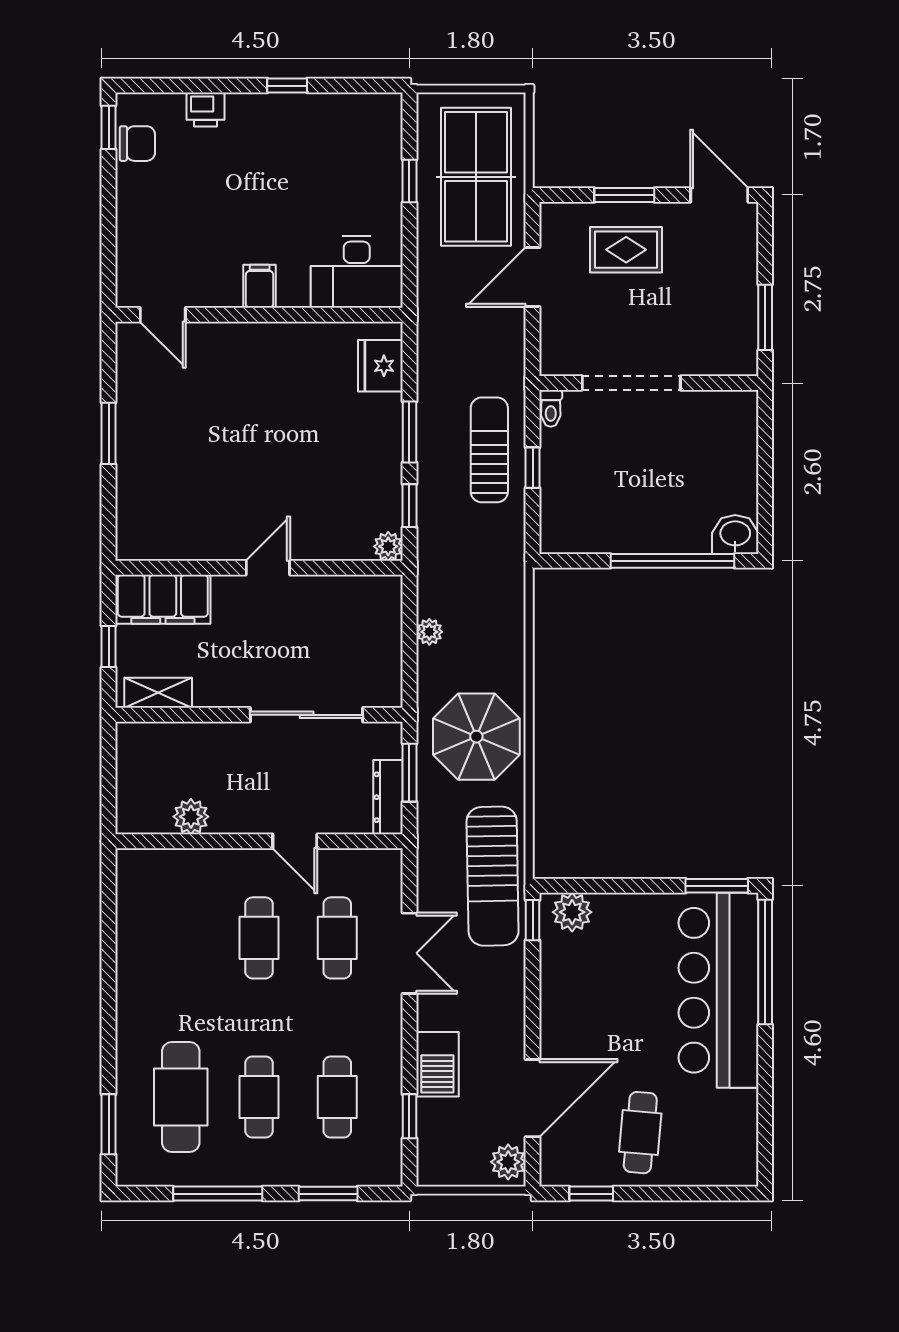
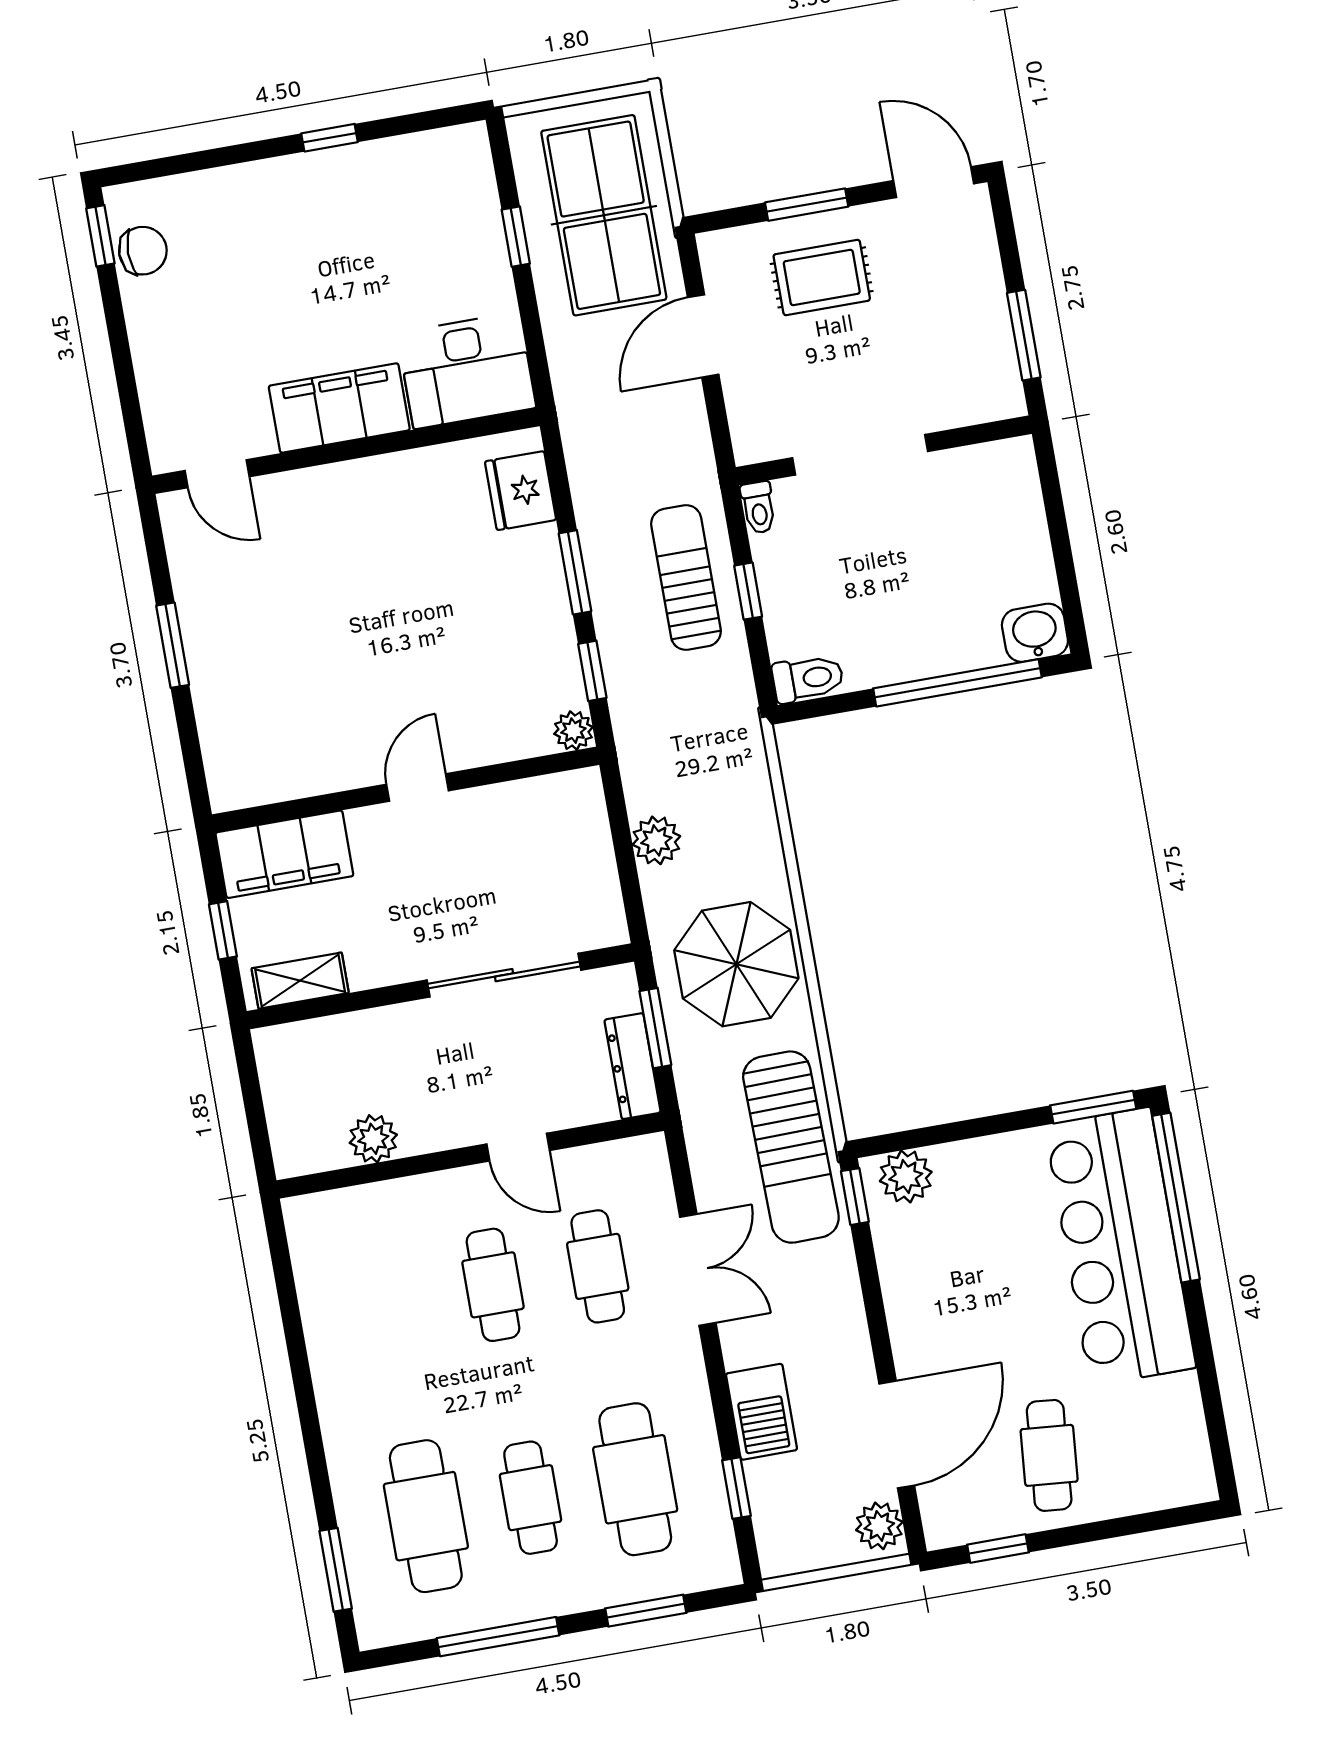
printer: (206, 110) -> (226, 189), removed
filing cabinet: (260, 286) -> (339, 408), width x3.00, depth x1.17
toilet: (565, 539) -> (808, 679), added
plant: (429, 632) -> (656, 840), width x1.38, depth x1.38
cafe table: (337, 1097) -> (635, 1479), width x1.37, depth x1.35

